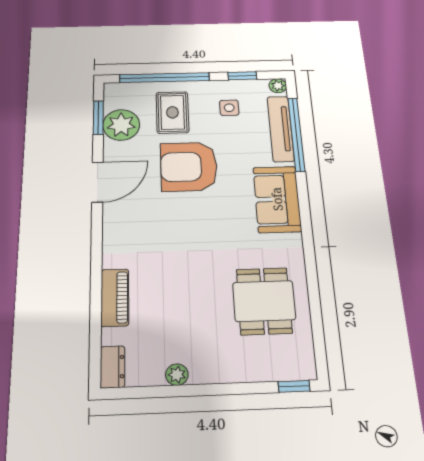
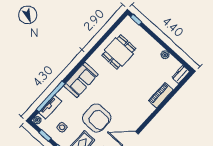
tv unit: (281, 129) -> (50, 107), width x0.71

